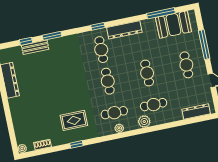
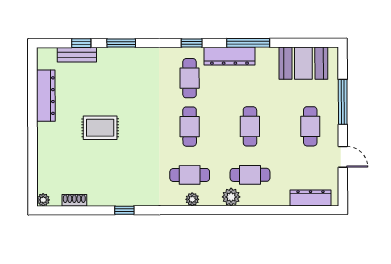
window: (161, 13) -> (248, 43), moved
bench: (35, 47) -> (77, 55), moved
rug: (74, 120) -> (100, 128), moved

